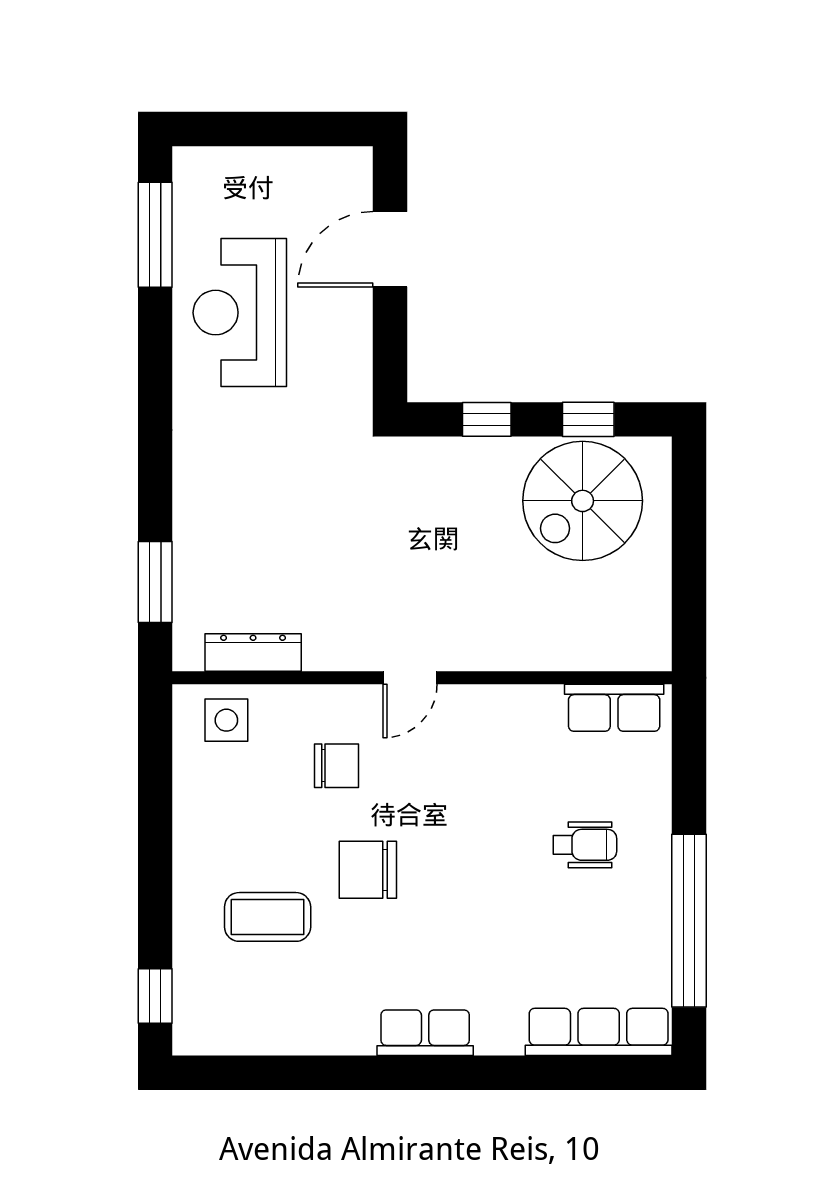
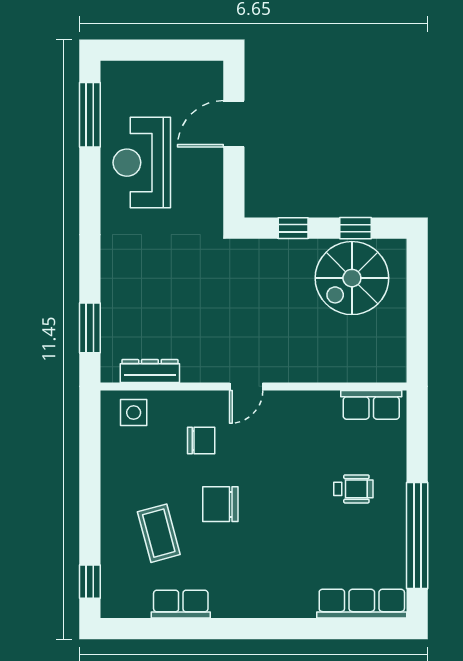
coffee table: (268, 917) -> (159, 533), turned 75
row of seats: (425, 1033) -> (181, 604), moved

